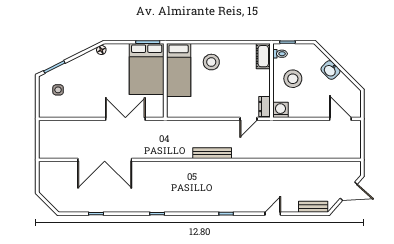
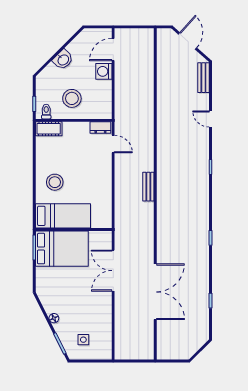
floor lamp: (101, 50) -> (54, 318), moved
washing machine: (280, 110) -> (104, 71), moved
bench: (212, 153) -> (148, 187), width x0.73

